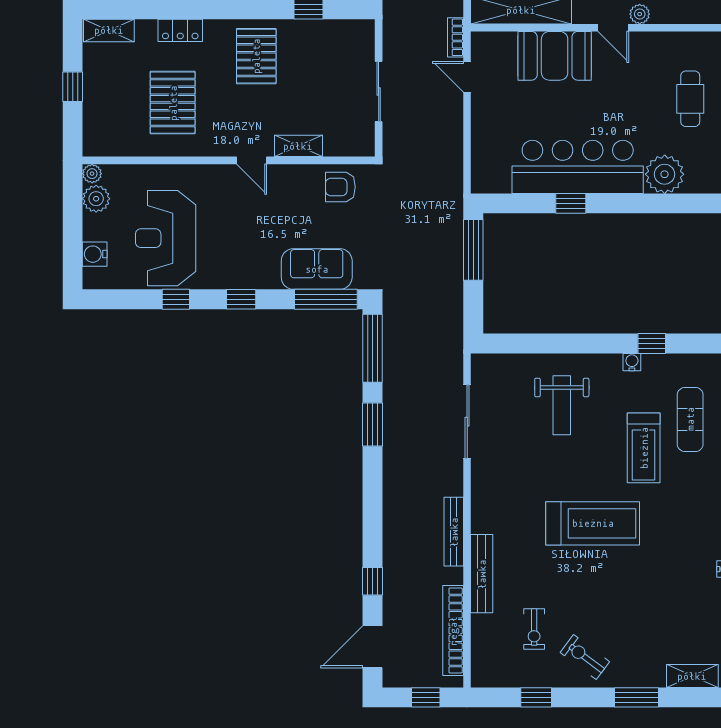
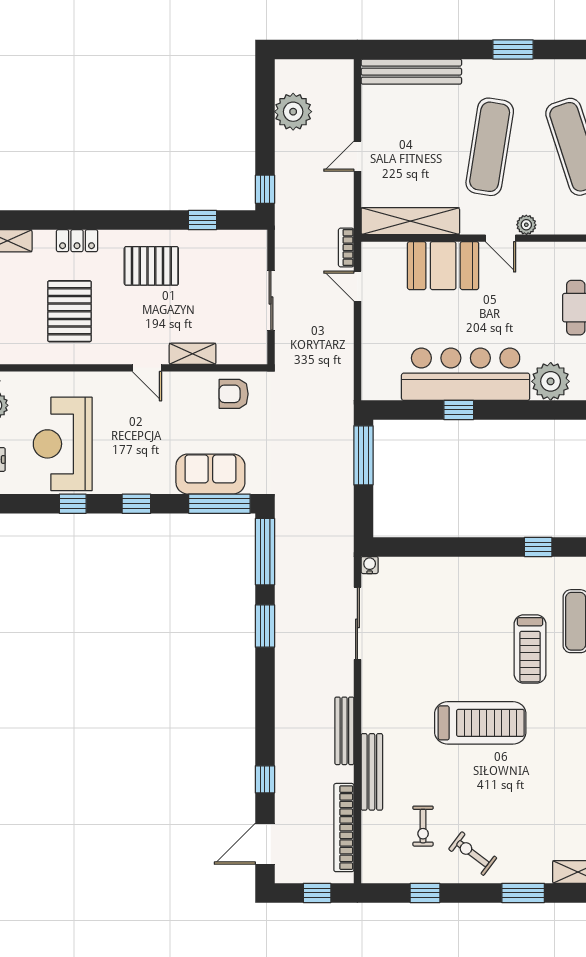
pallet: (256, 56) -> (151, 266), turned 90
water cooler: (632, 362) -> (370, 565), moved
weight bench: (562, 405) -> (450, 607), removed

